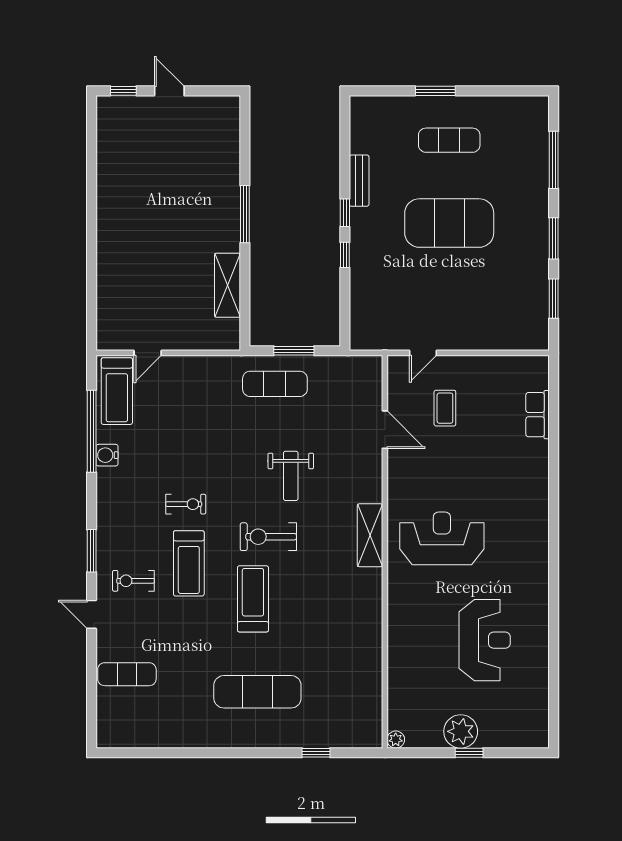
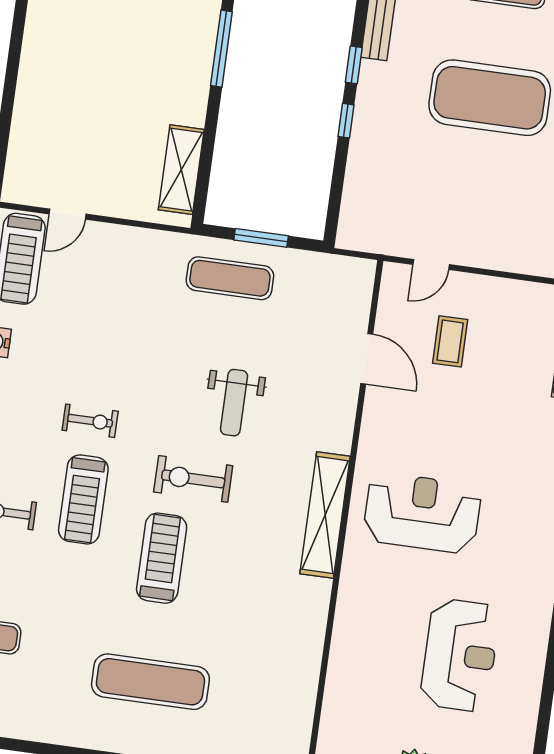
shelving: (228, 285) -> (181, 170), moved
shelving: (370, 535) -> (325, 515), width x1.47

